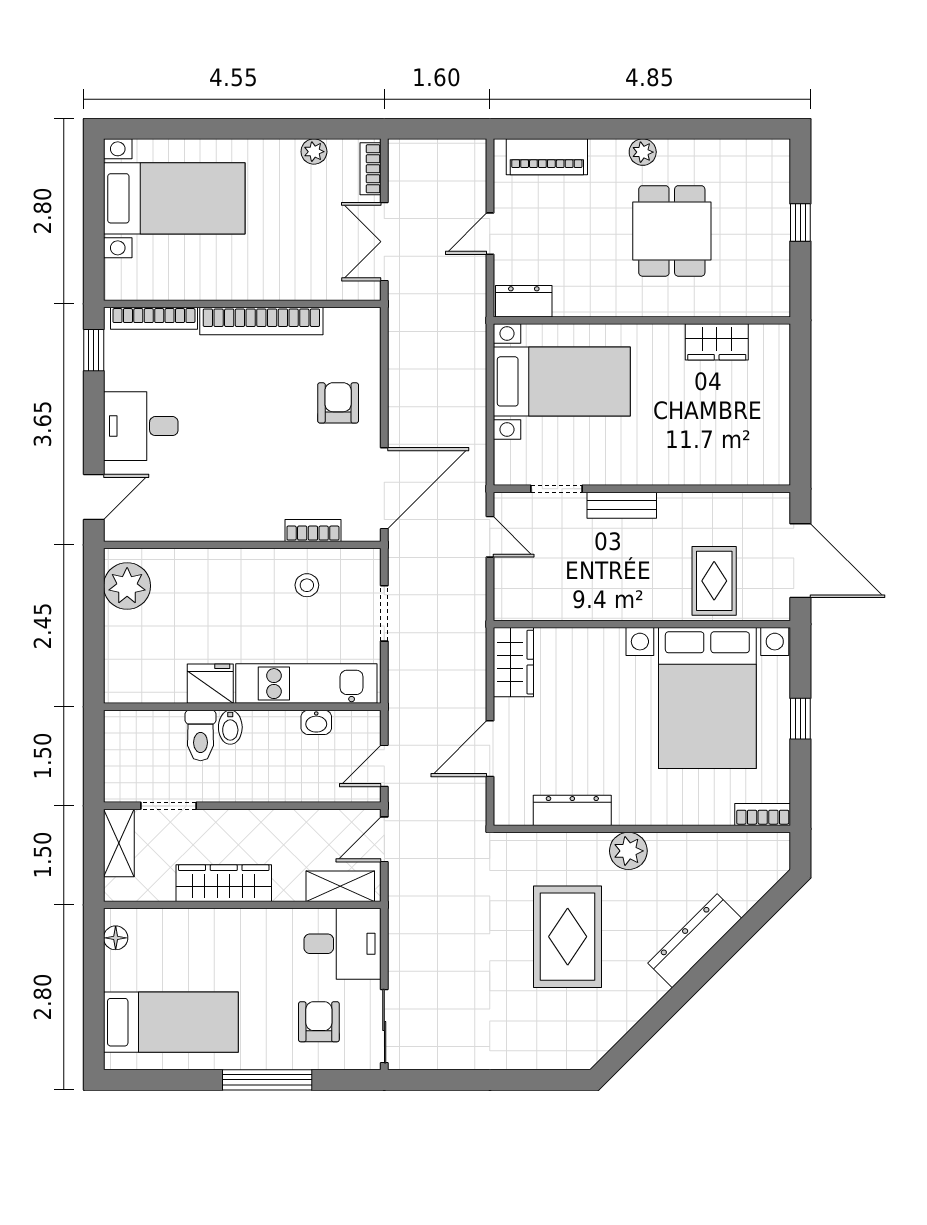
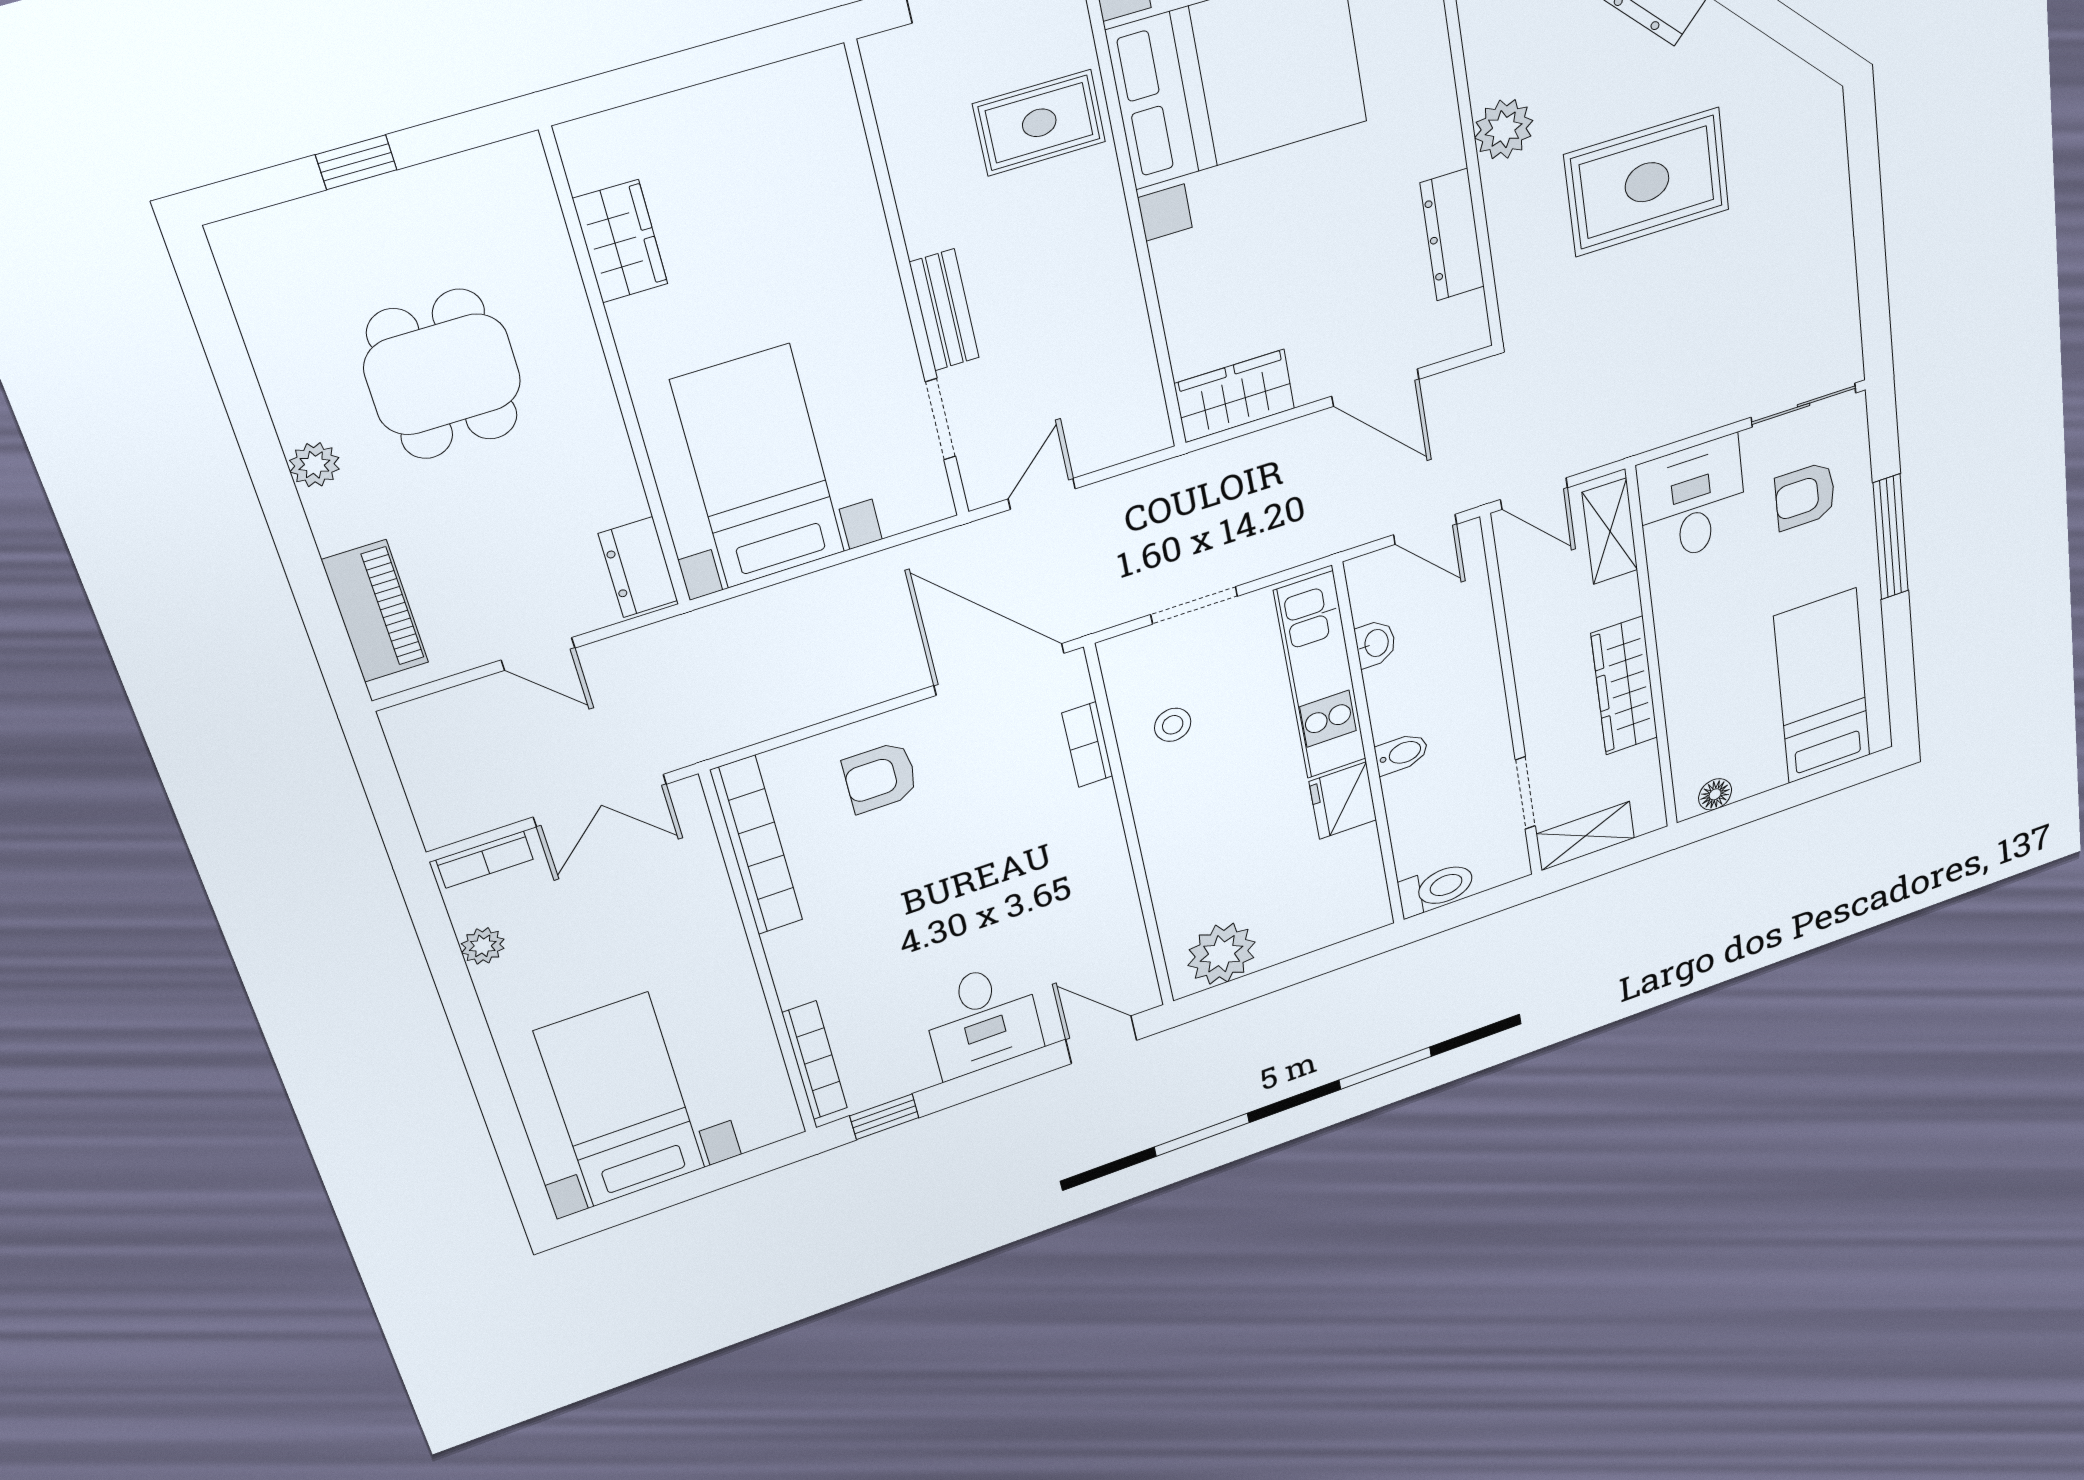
dining table: (672, 231) -> (442, 375), turned 90
bookcase: (261, 321) -> (757, 846), moved
toilet: (201, 735) -> (1436, 889), moved

